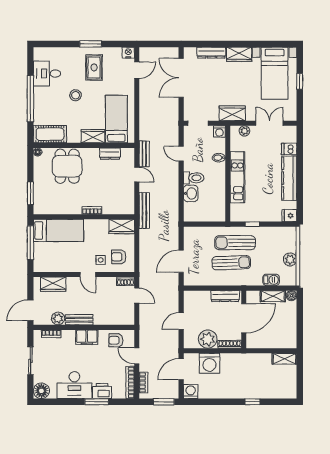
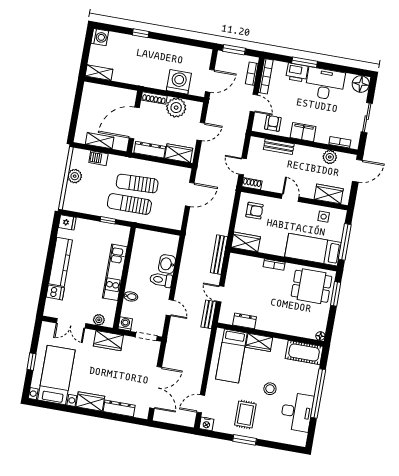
desk: (47, 74) -> (297, 412), width x1.37
dining table: (67, 166) -> (311, 286), moved, turned 90
sun lounger: (235, 243) -> (129, 204), turned 180
side table: (101, 260) -> (324, 217), moved
boiler: (291, 296) -> (80, 138), removed
wardrobe: (198, 298) -> (179, 153), added
bench: (79, 320) -> (279, 147), moved
armchair: (116, 340) -> (273, 123), turned -90
washing machine: (191, 392) -> (100, 37), moved, turned -90

